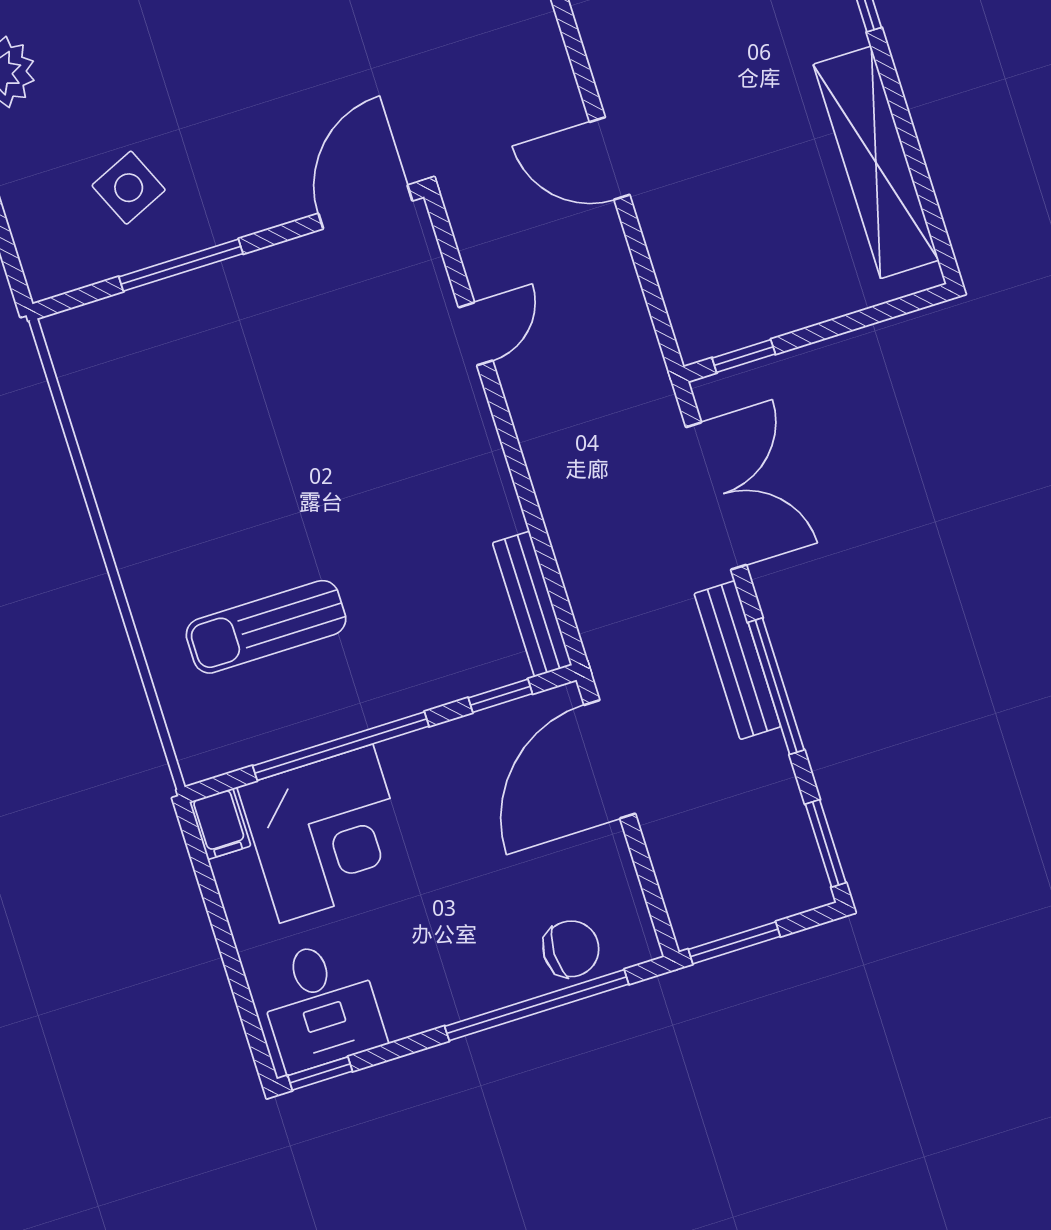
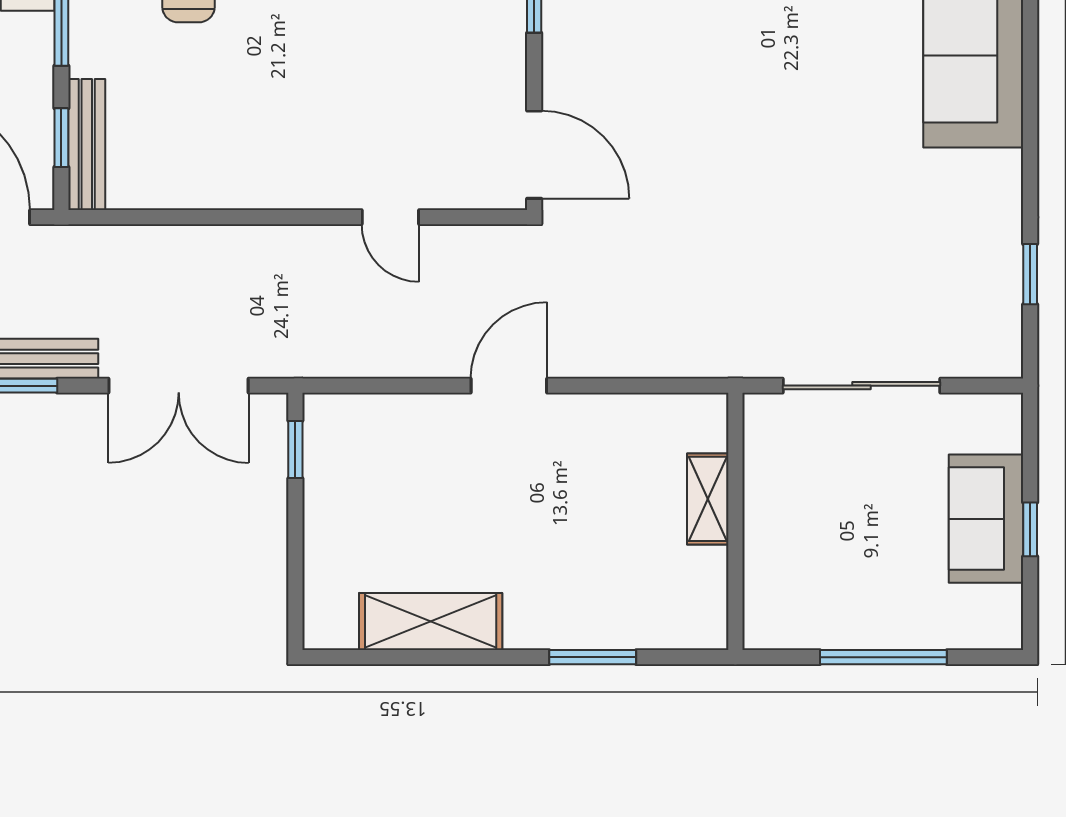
shelving: (876, 162) -> (431, 622), width x0.68
bench: (532, 604) -> (87, 144), moved, turned 90

